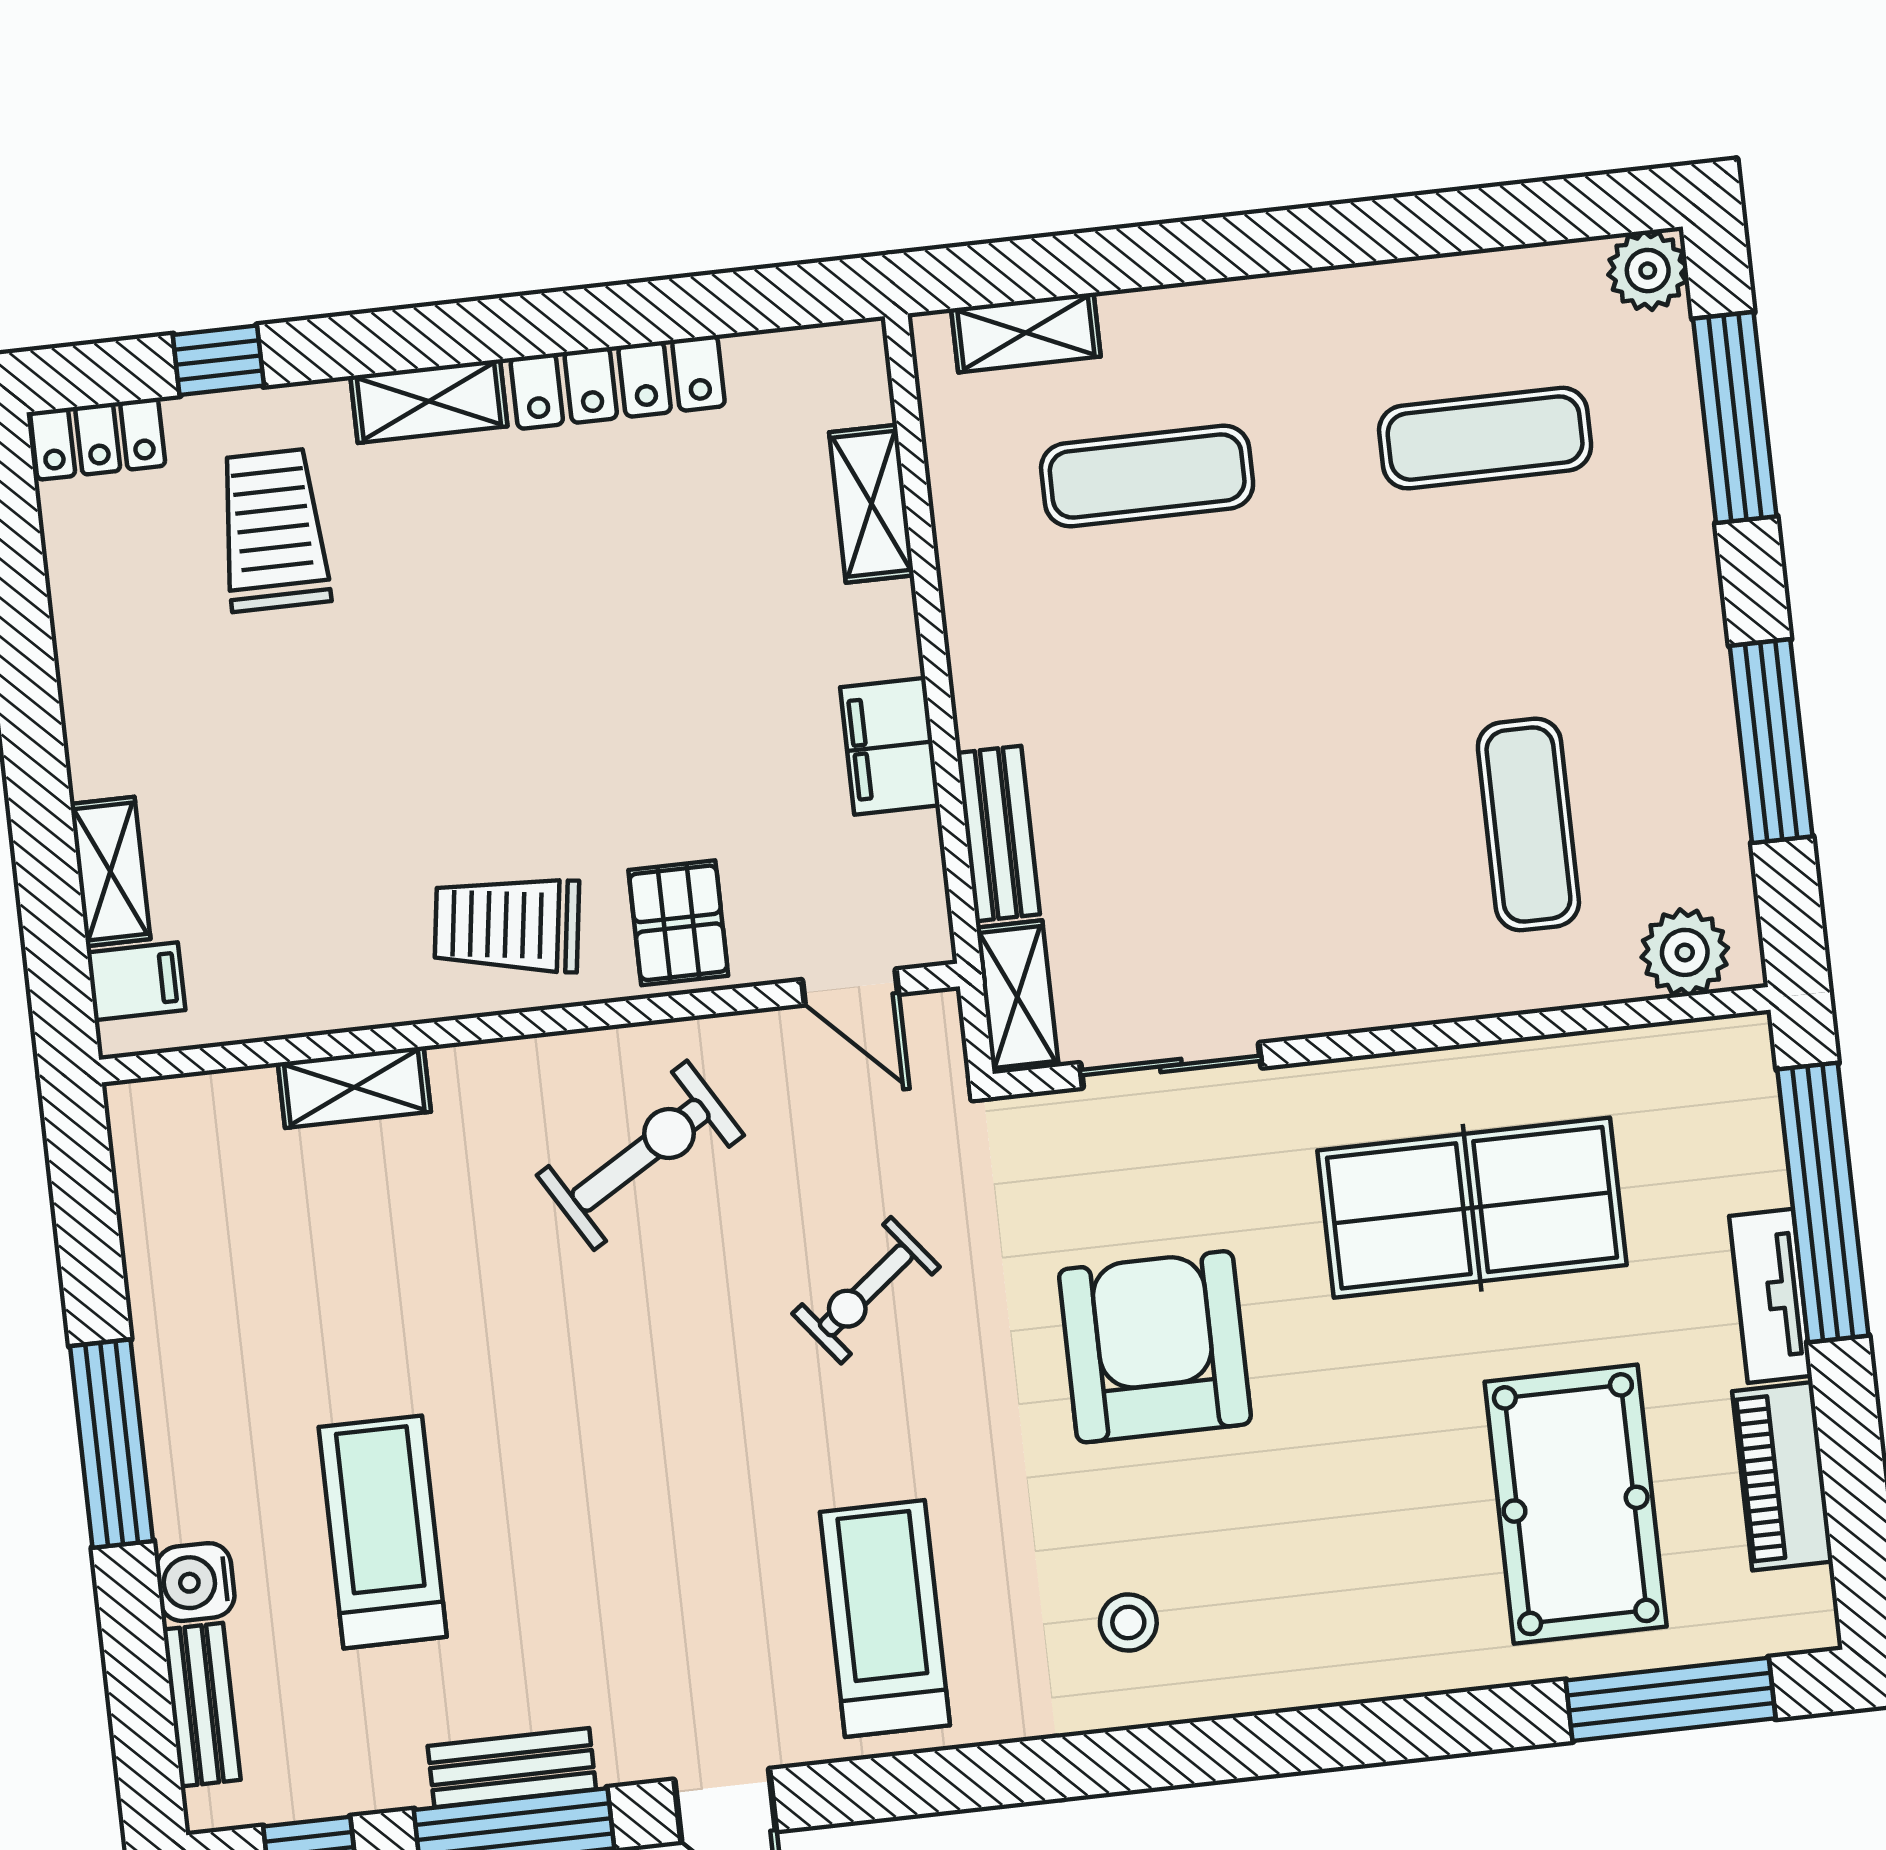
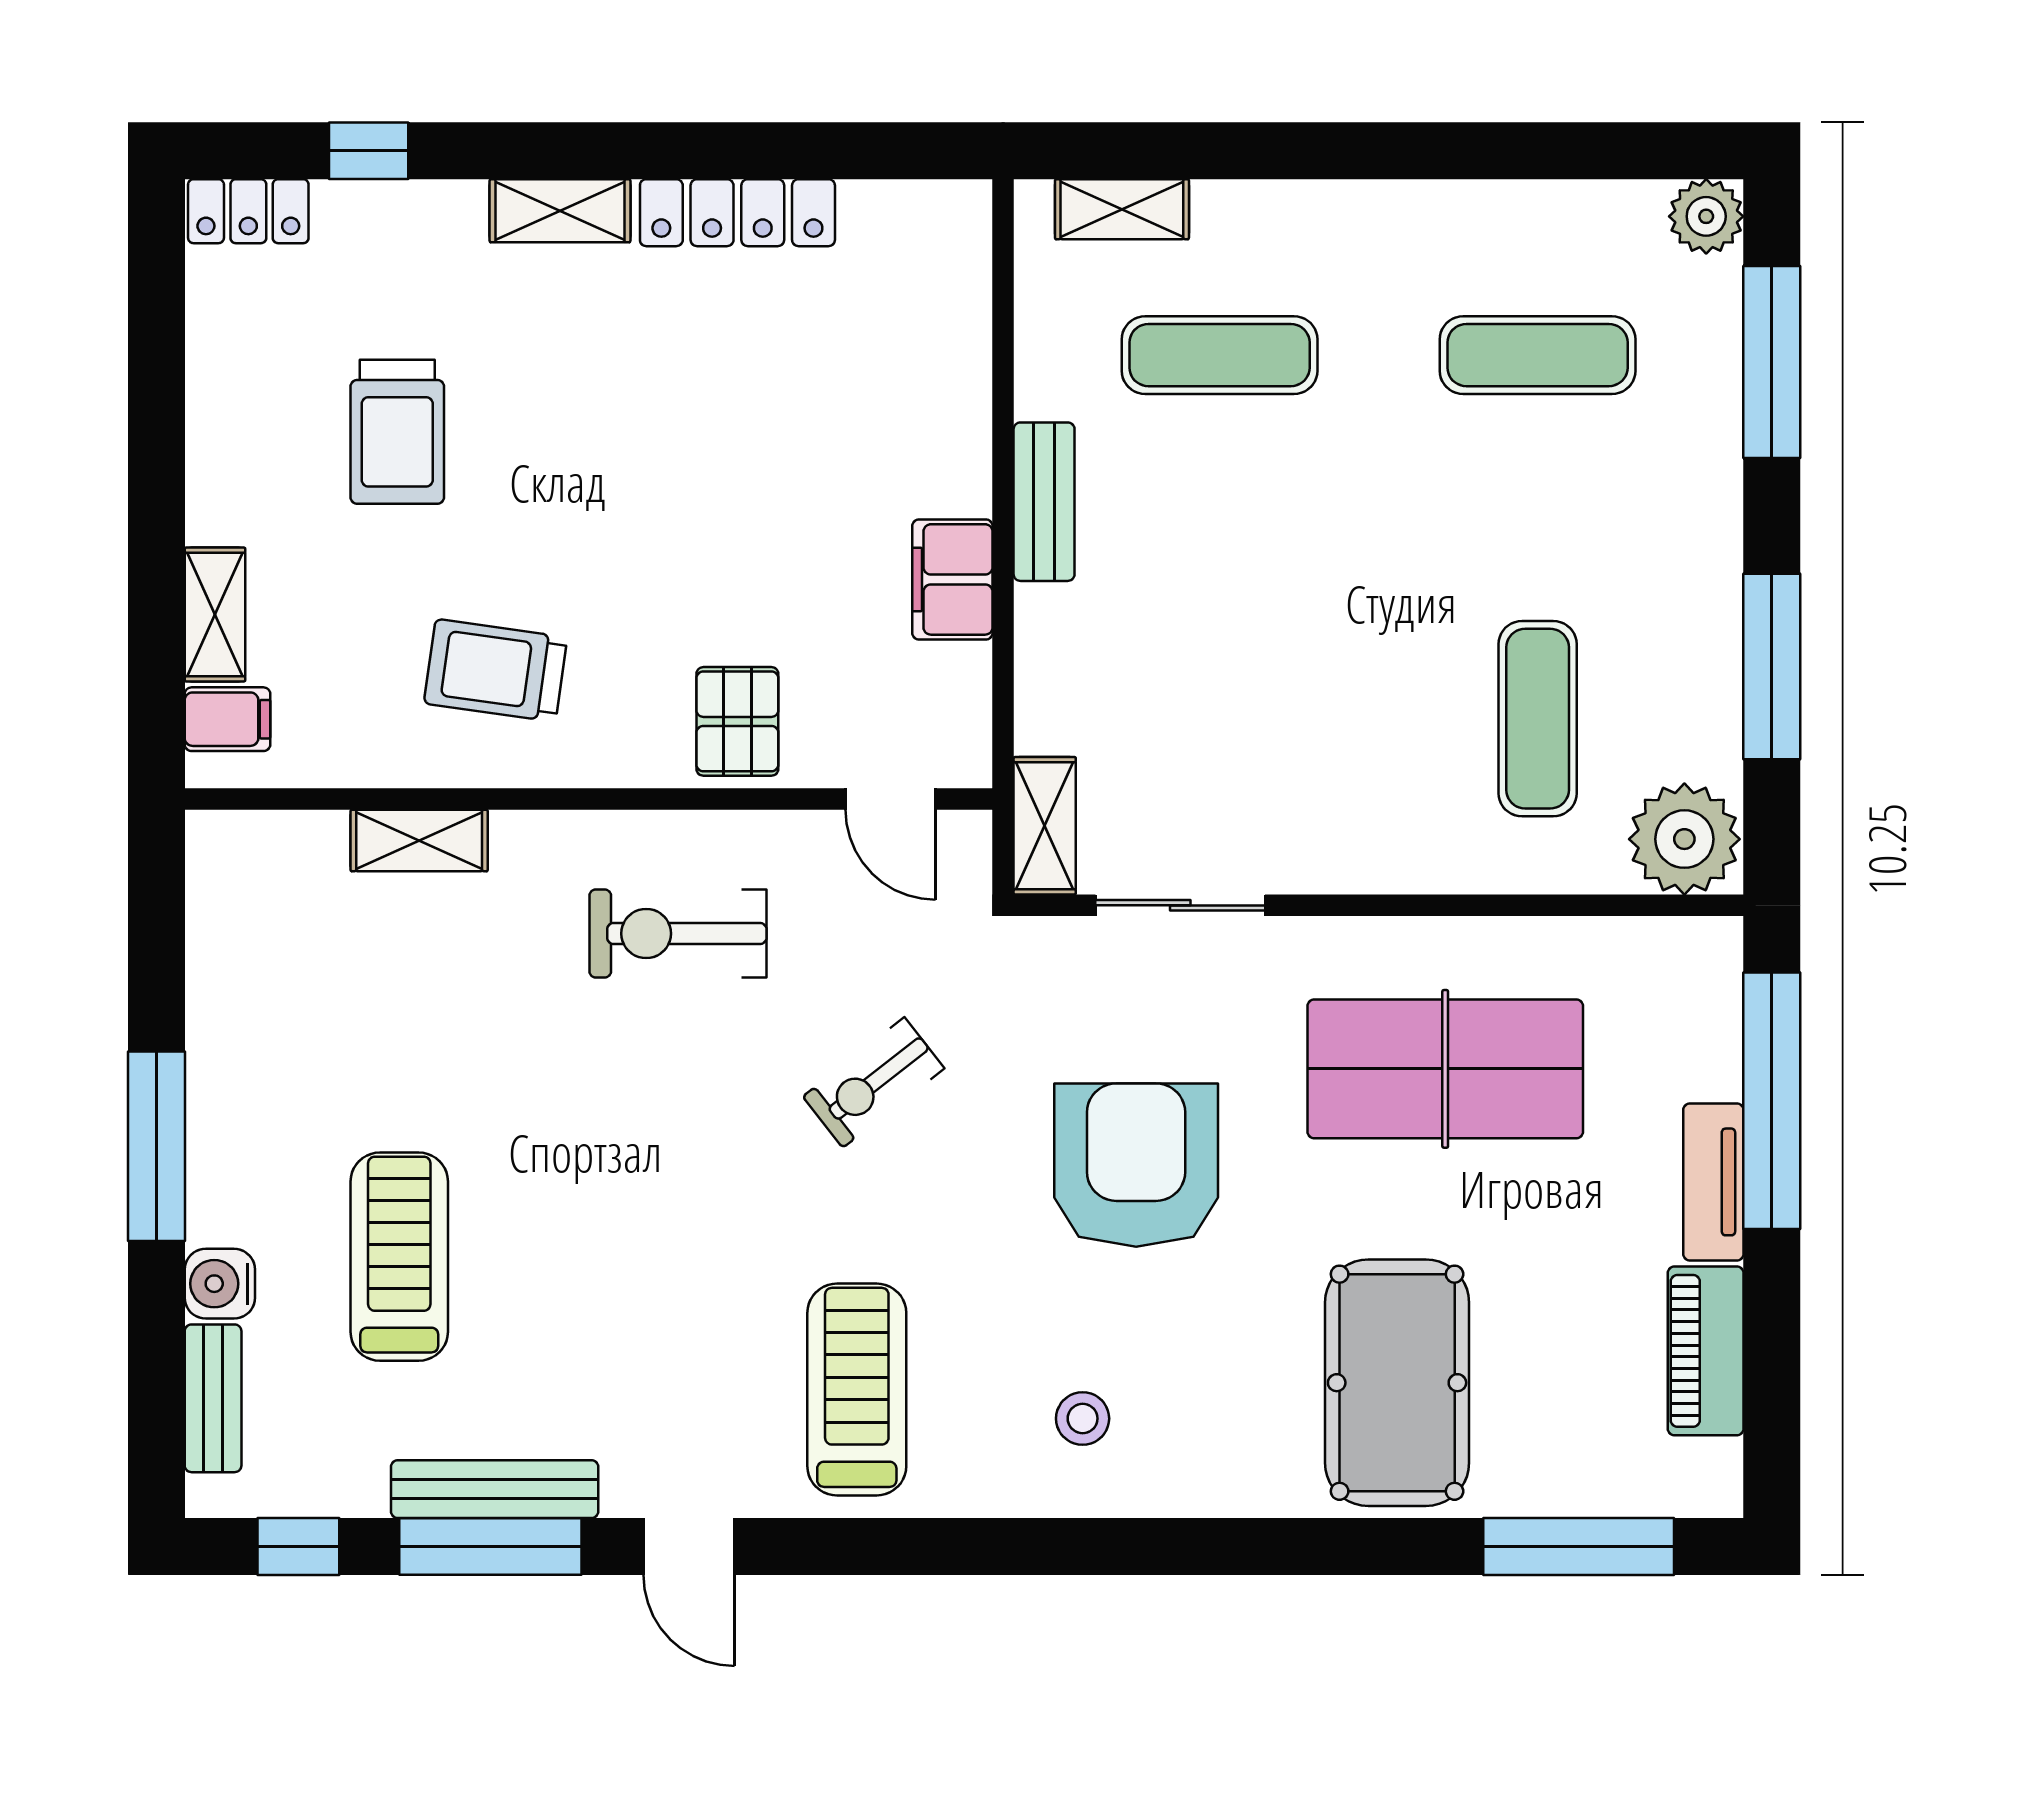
shelving: (871, 504) -> (961, 352), removed
trolley: (273, 530) -> (397, 432), moved, turned 180
bench: (998, 834) -> (1044, 502), moved
trolley: (507, 925) -> (496, 670), moved
plant: (1685, 952) -> (1684, 839), width x1.36, depth x1.36
exercise bike: (640, 1155) -> (678, 934), turned -149
pool table: (1576, 1504) -> (1397, 1383), moved
bench: (512, 1768) -> (495, 1489), width x1.36

